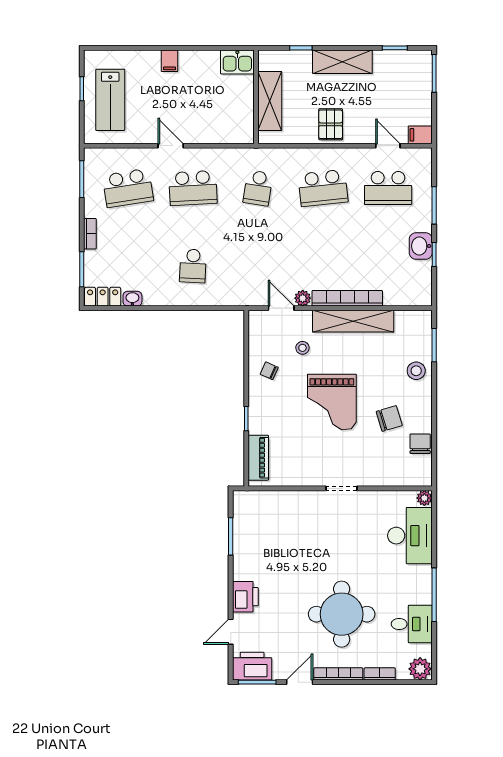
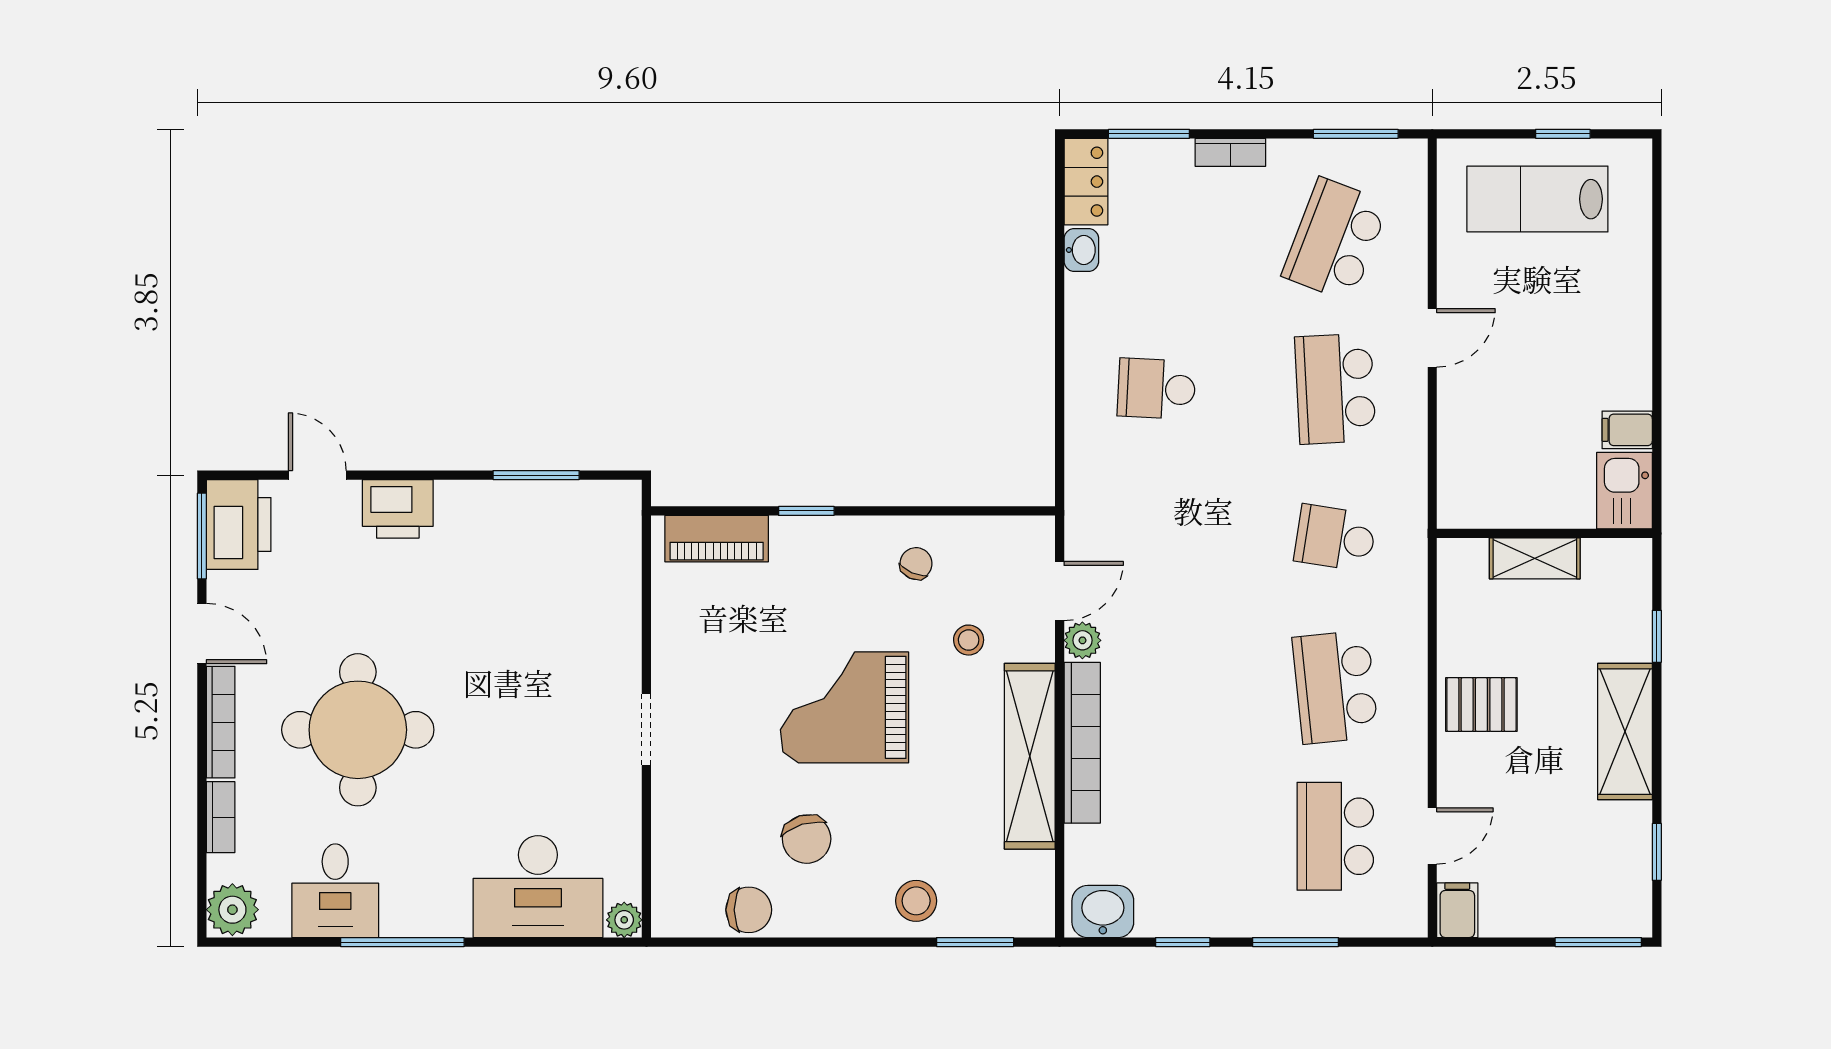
filing cabinet: (170, 61) -> (1627, 430), moved
shelving: (270, 101) -> (1535, 558), width x0.67, depth x0.75
school desk: (128, 188) -> (1335, 240), turned 30
washbasin: (421, 246) -> (1103, 911), moved

